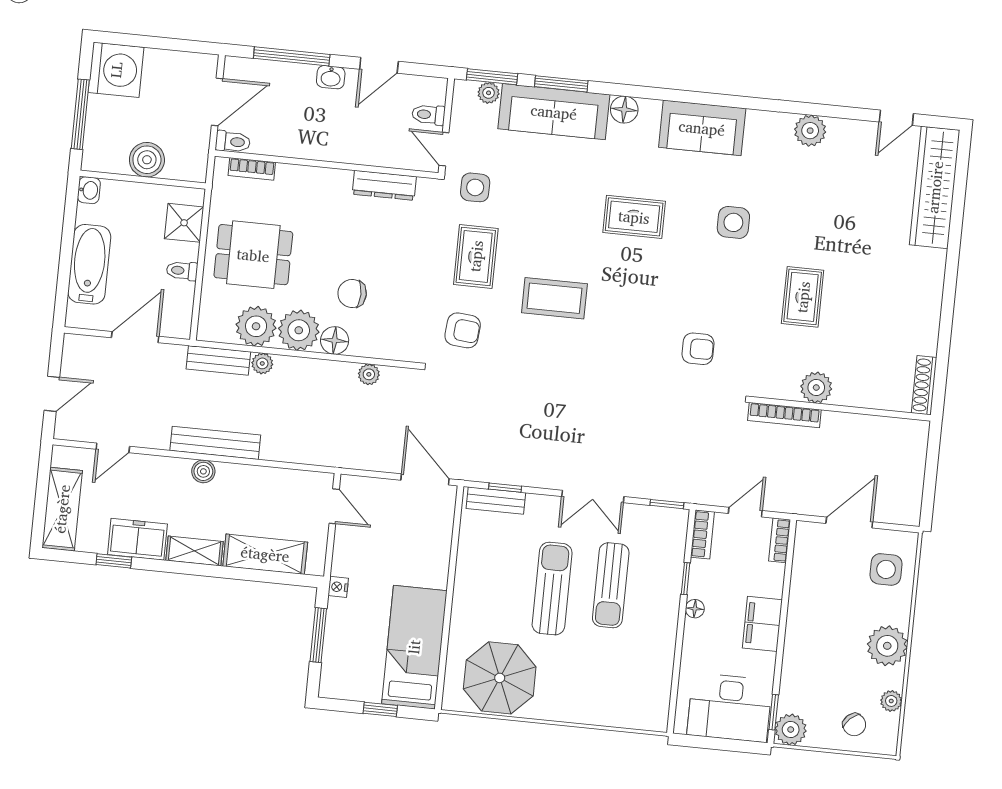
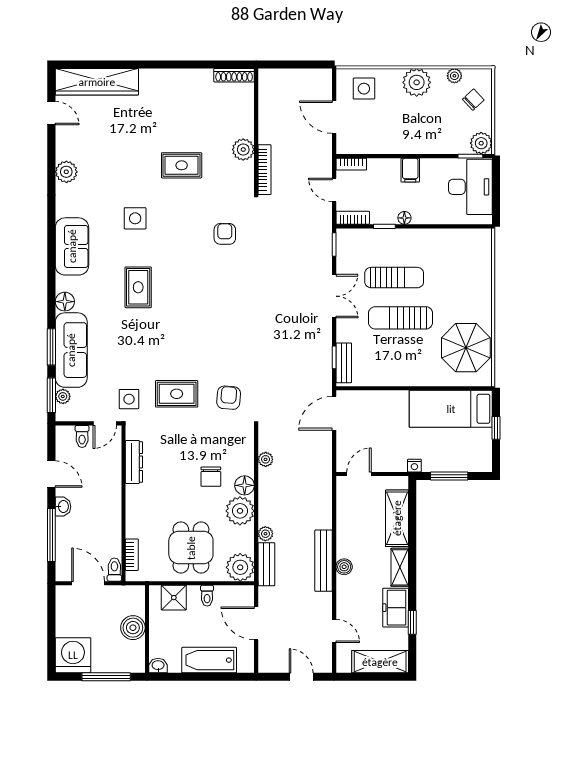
coffee table: (554, 298) -> (200, 337), removed
plant: (256, 326) -> (240, 567), moved
filing cabinet: (762, 624) -> (410, 170), width x0.50

